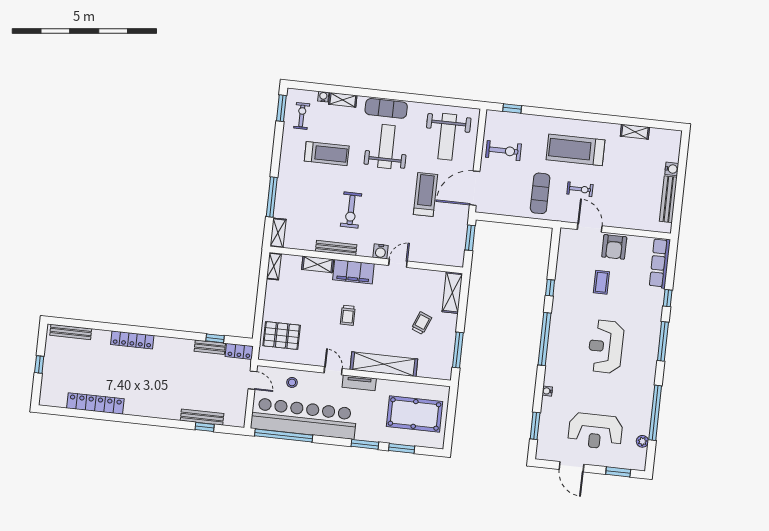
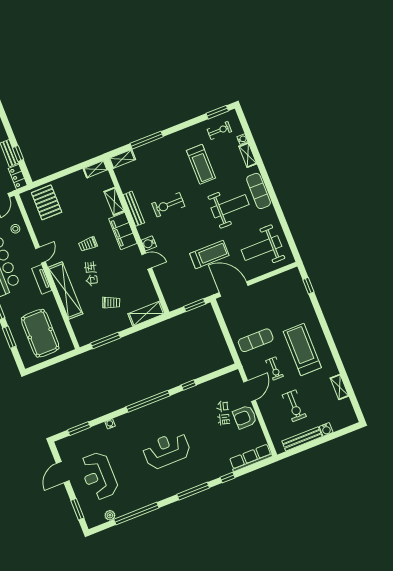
exercise bike: (503, 151) -> (294, 406), moved
coffee table: (601, 282) -> (213, 421), removed

